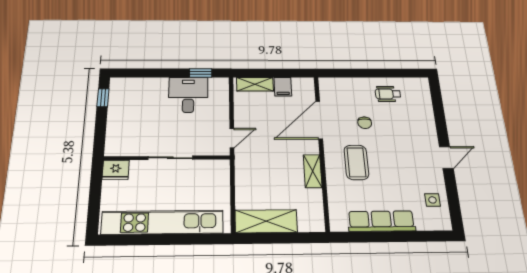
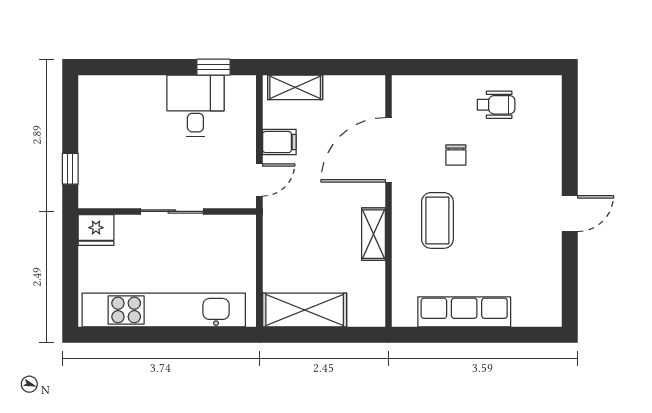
filing cabinet: (283, 87) -> (279, 142), moved, turned -90
wheelchair: (388, 94) -> (496, 105), turned 180
window: (103, 98) -> (70, 169), moved
side table: (432, 200) -> (540, 281), removed

